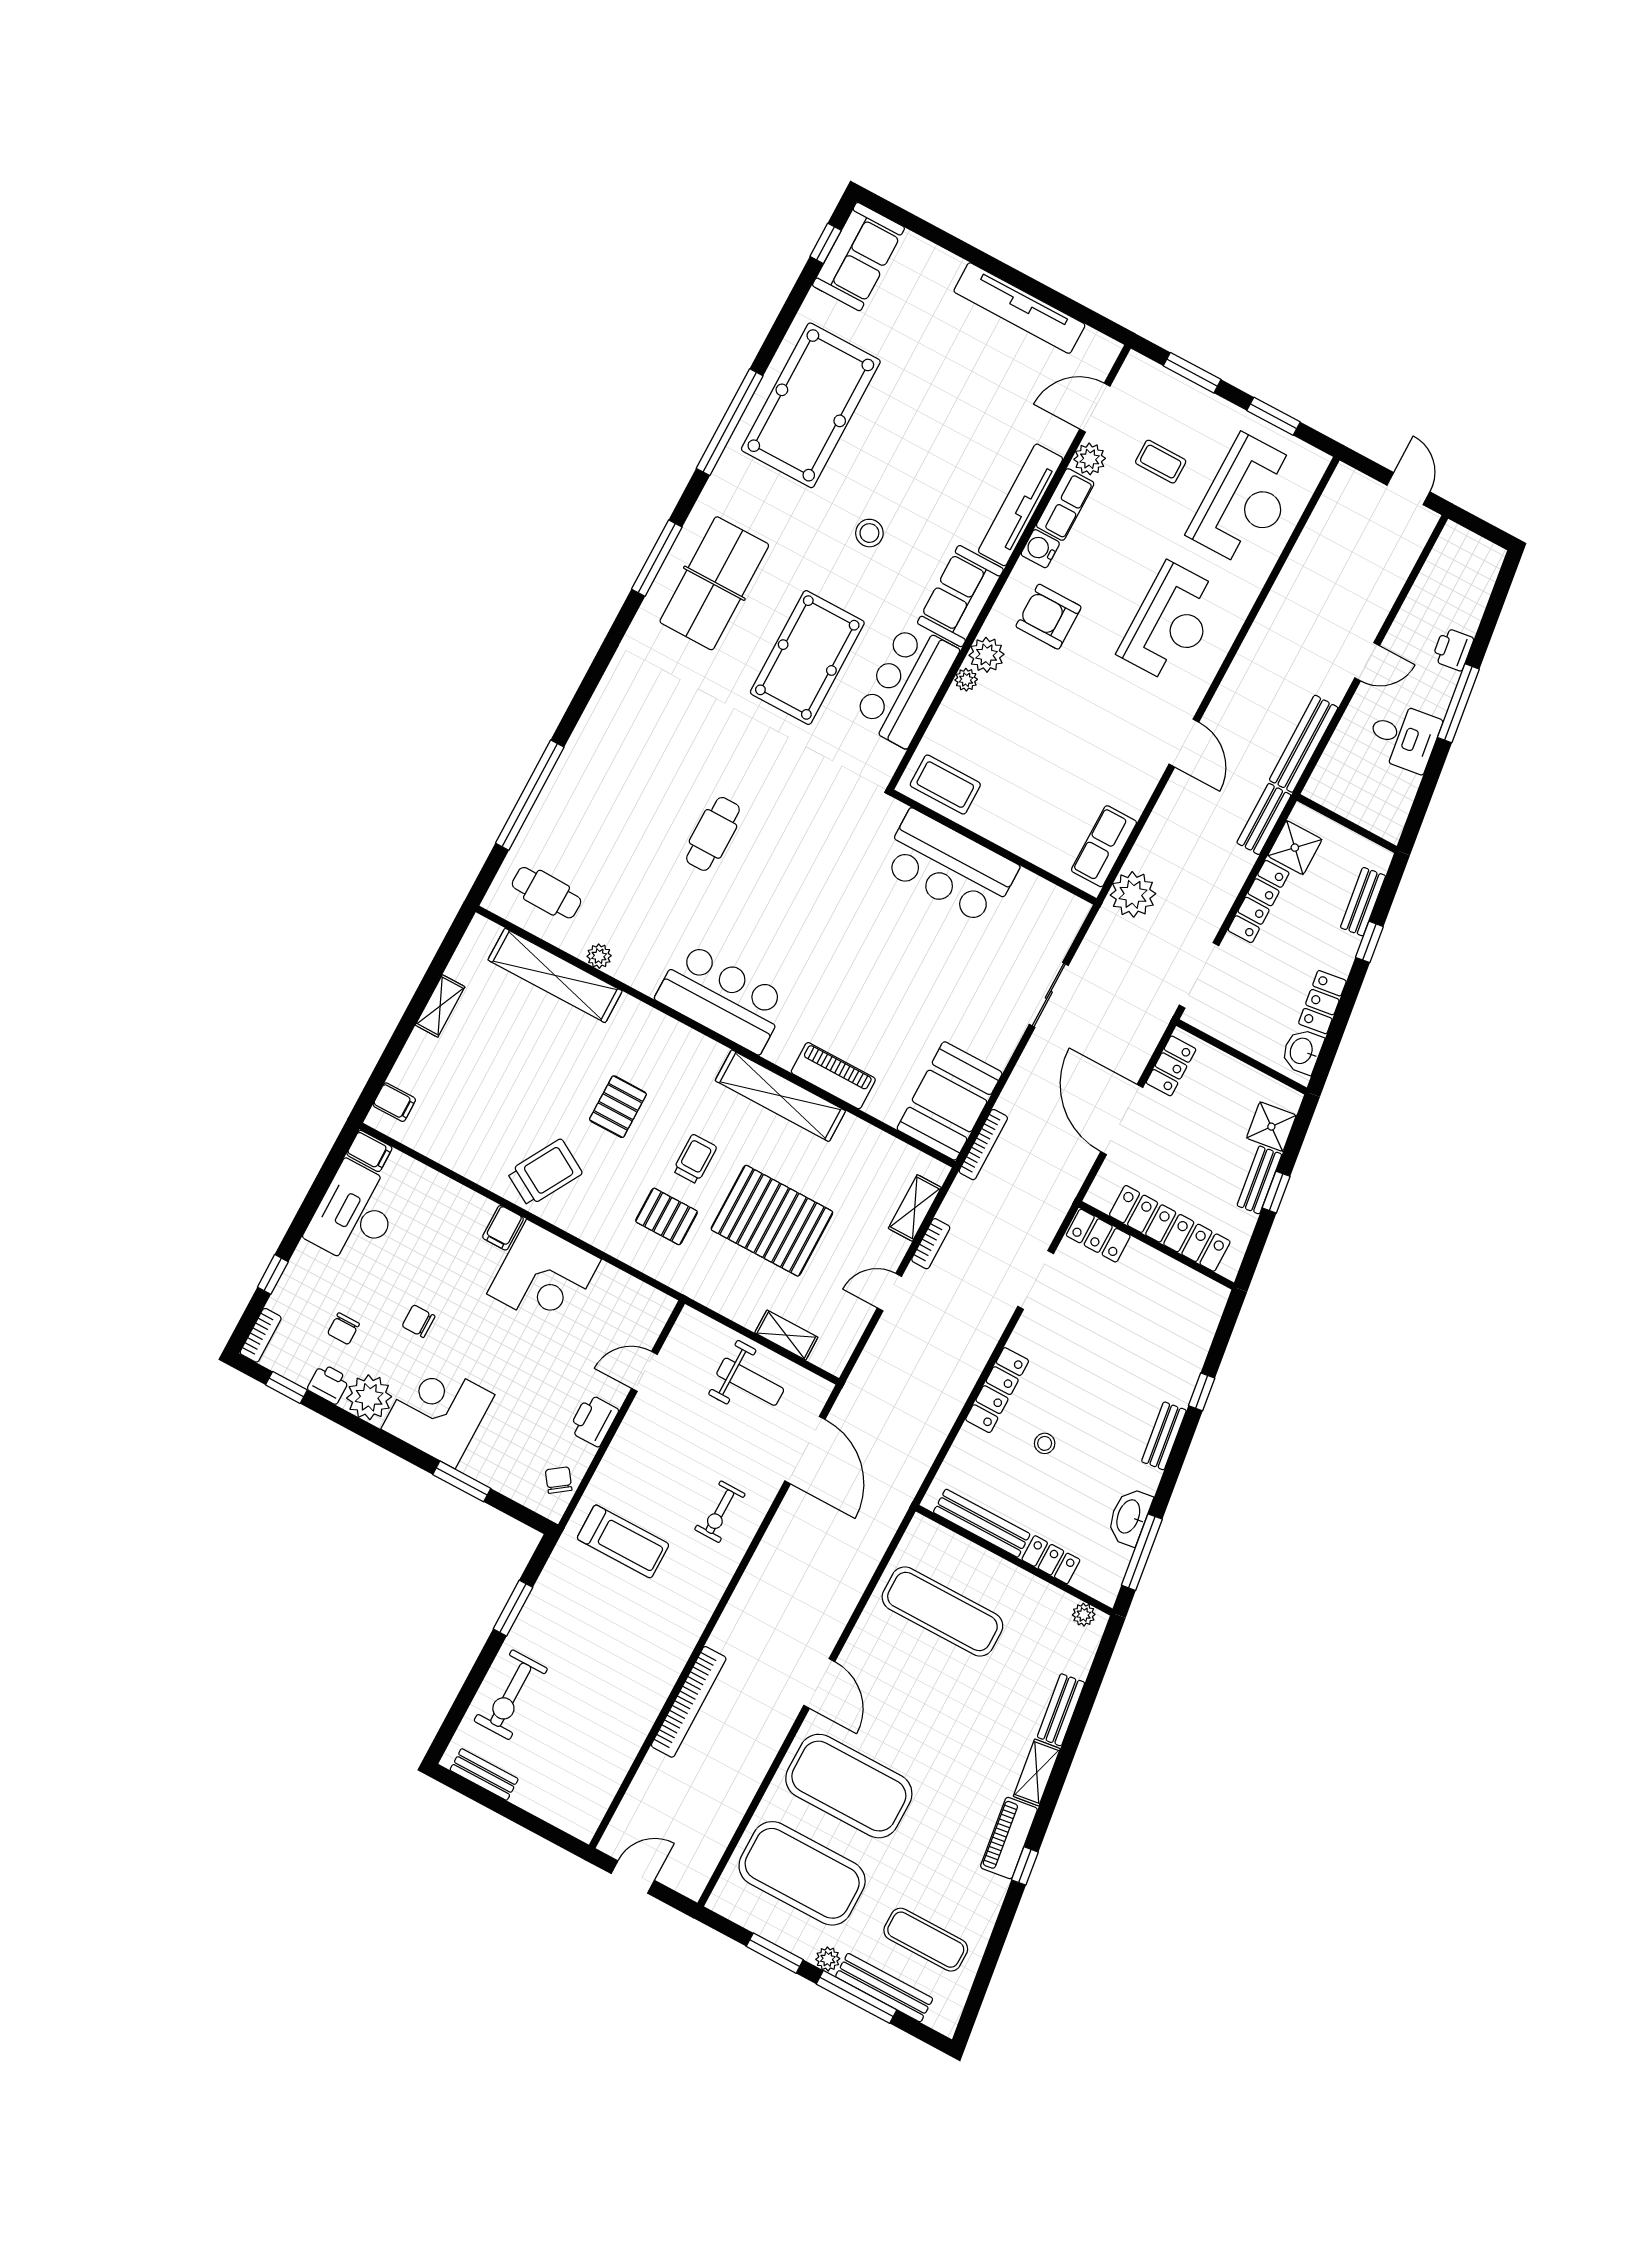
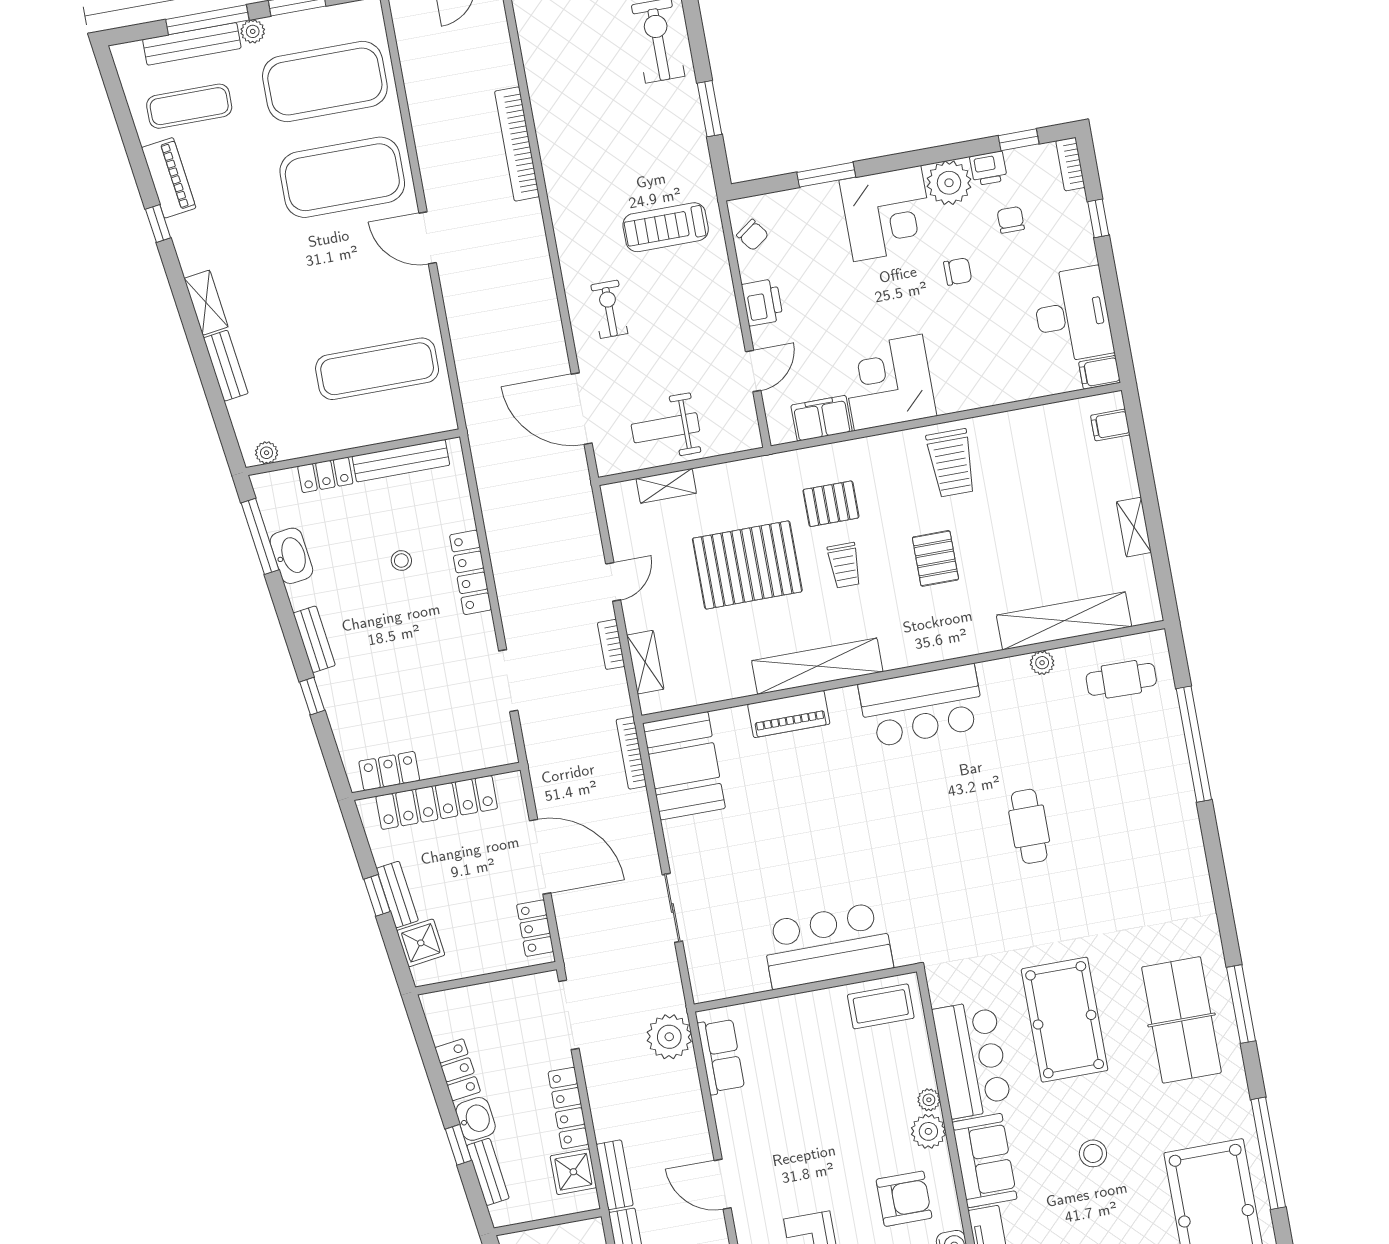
washbasin: (1302, 1051) -> (476, 1119), moved
trolley: (545, 1173) -> (951, 463), turned -30
filing cabinet: (503, 1228) -> (822, 418), moved, width x2.00
locker: (1098, 1236) -> (389, 771), moved
piano: (1009, 1838) -> (169, 178), moved

